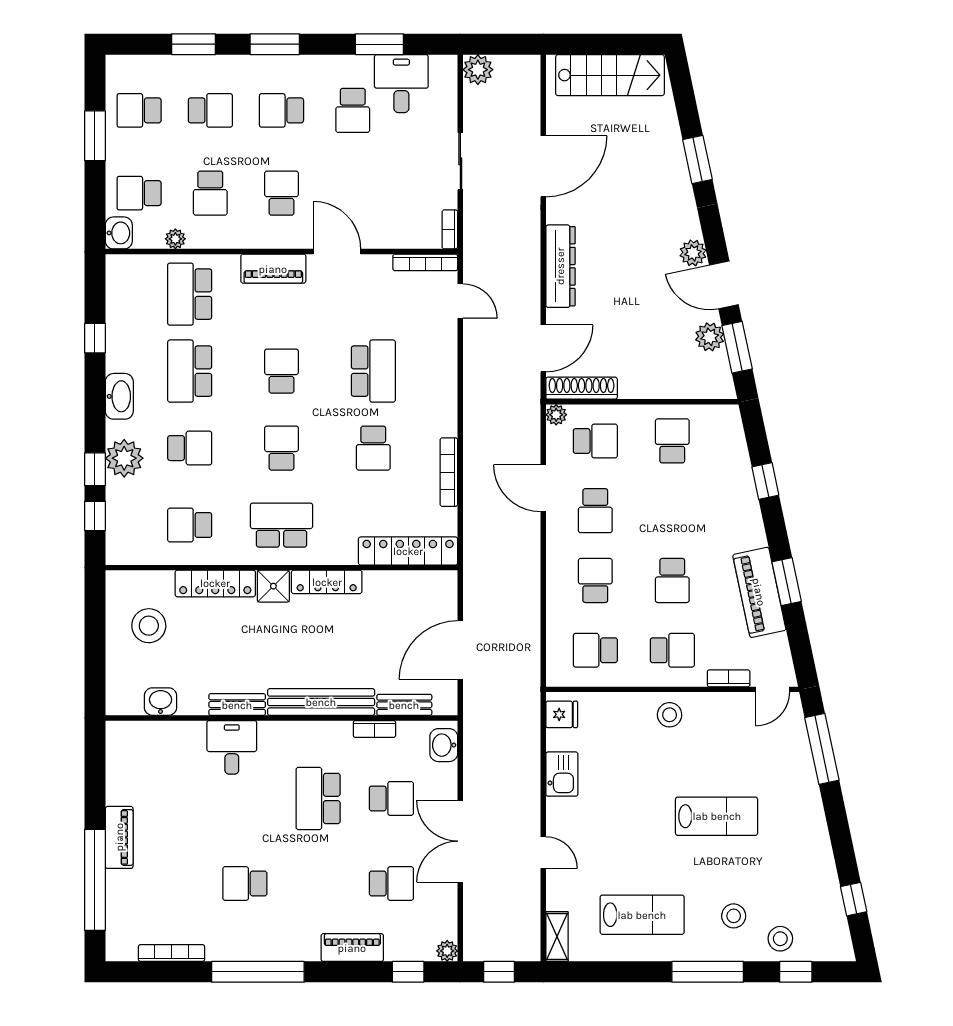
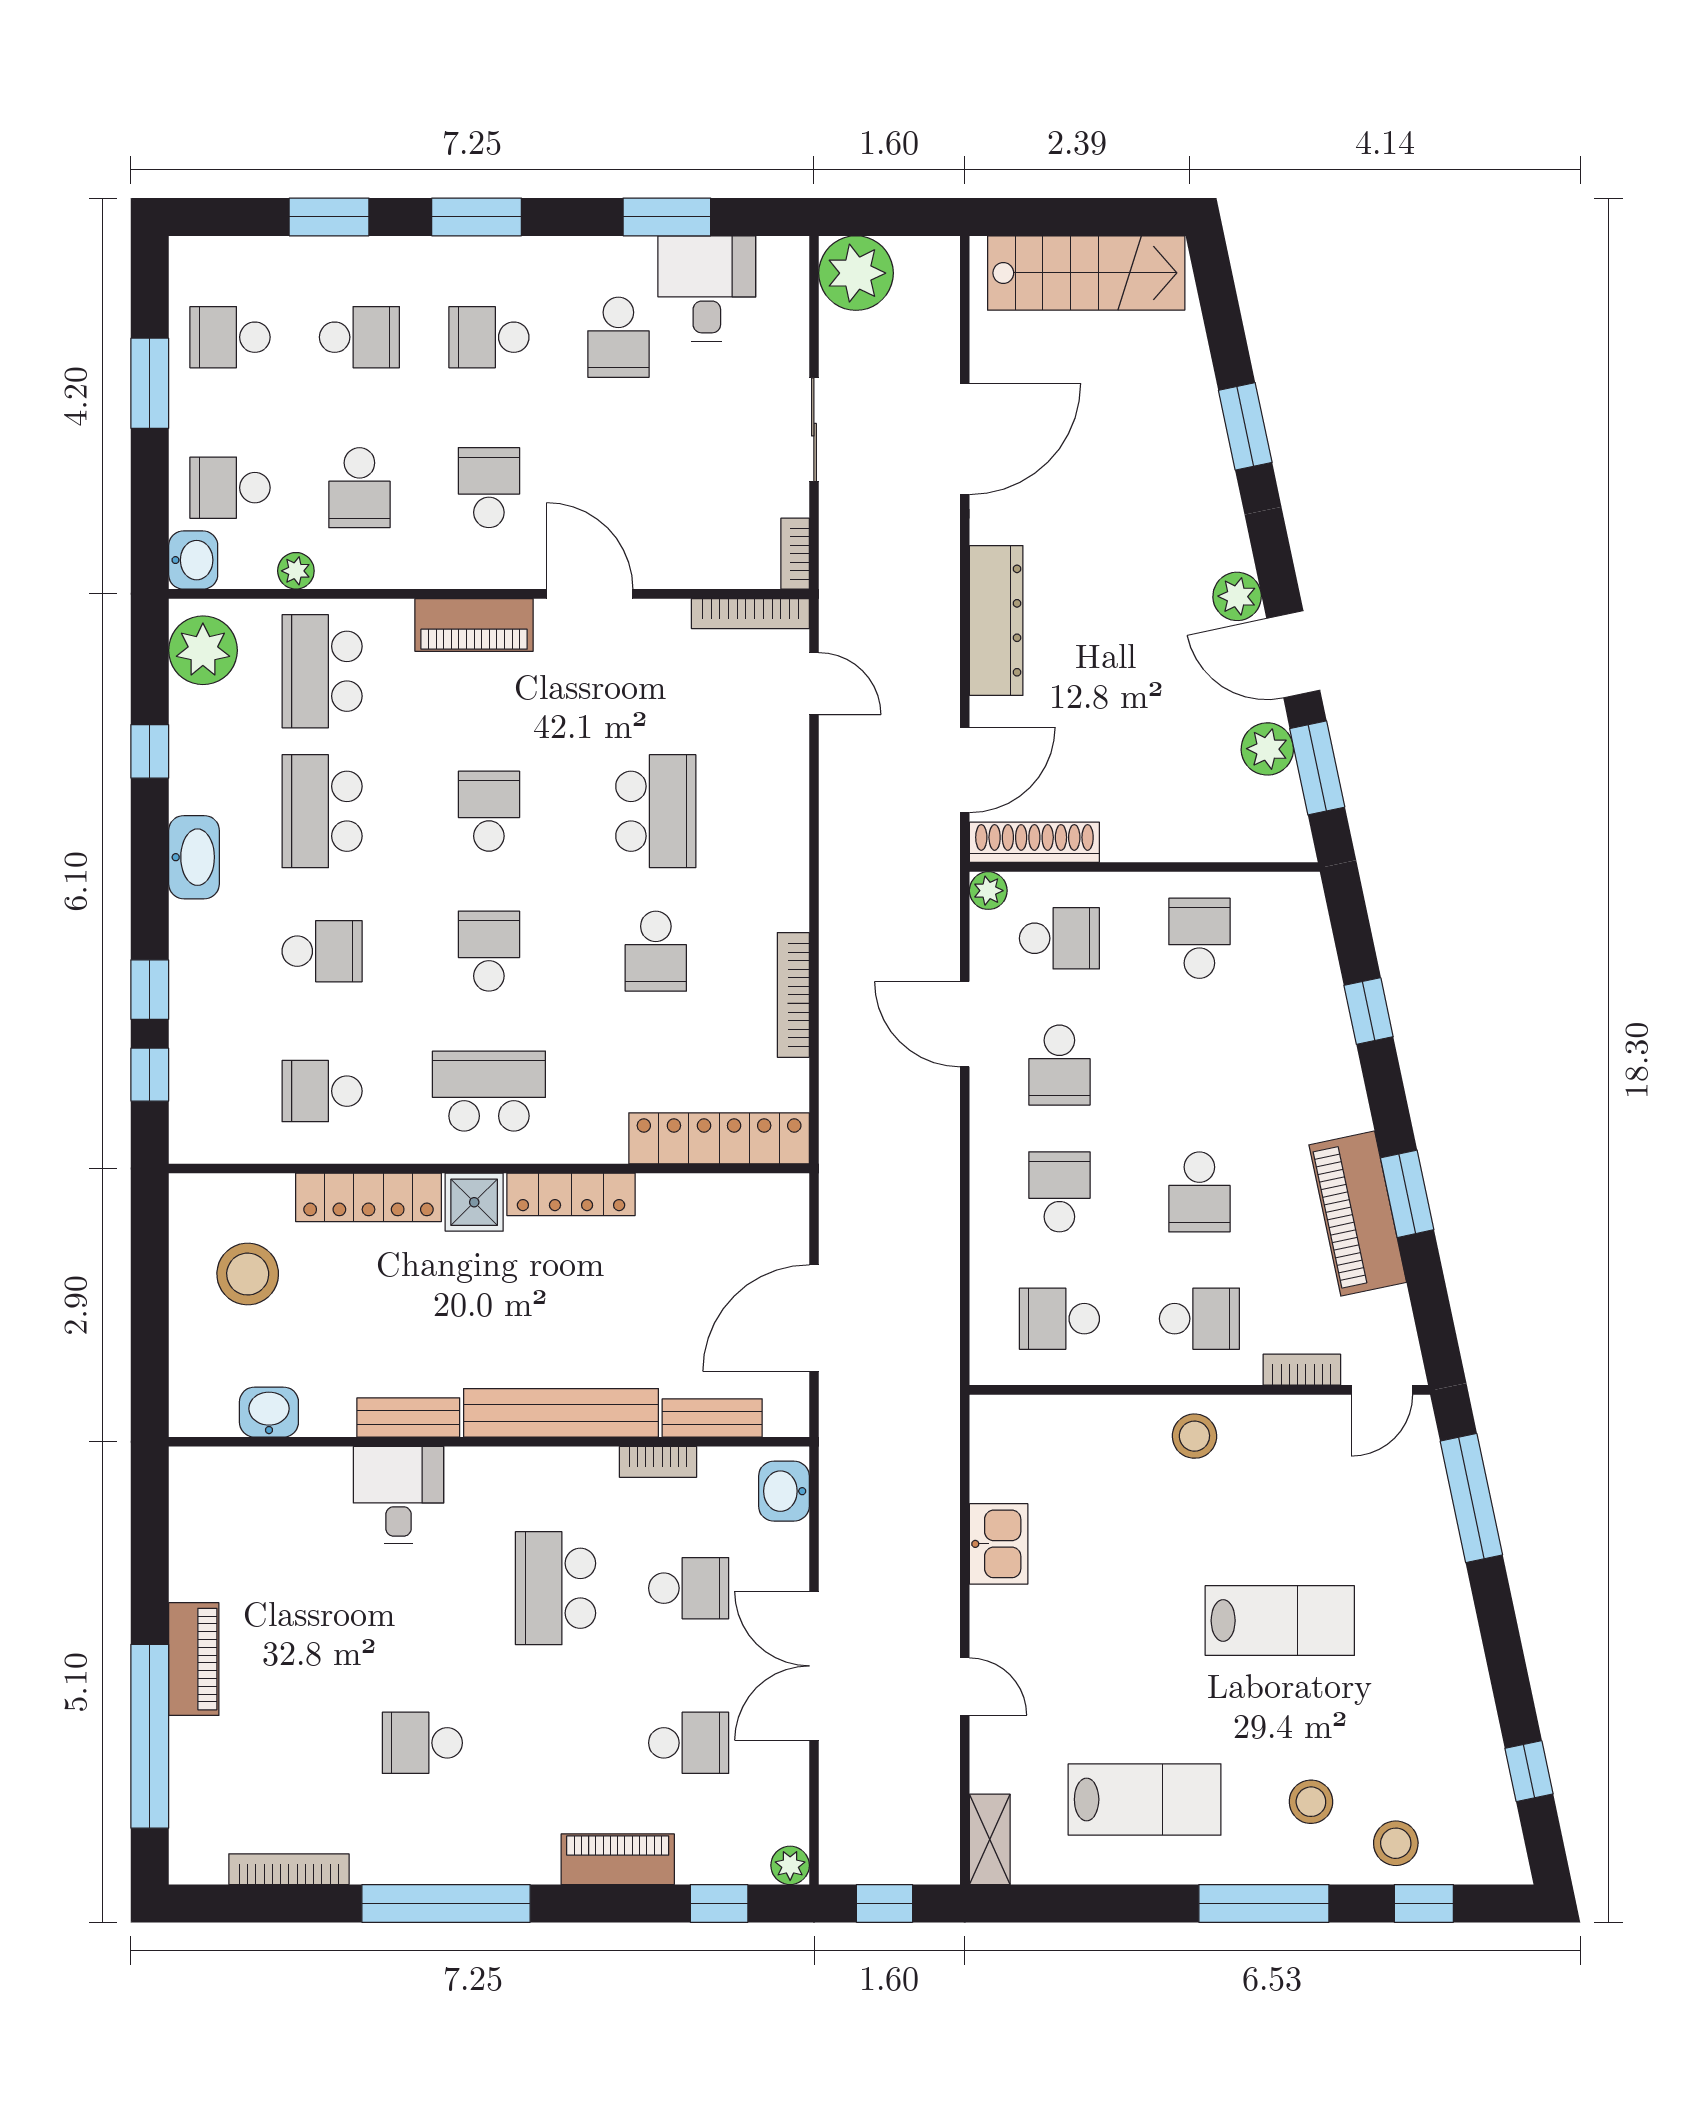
plant: (478, 70) -> (856, 273), width x1.36, depth x1.36
plant: (124, 458) -> (203, 650), moved
fridge: (562, 714) -> (998, 1435), removed

